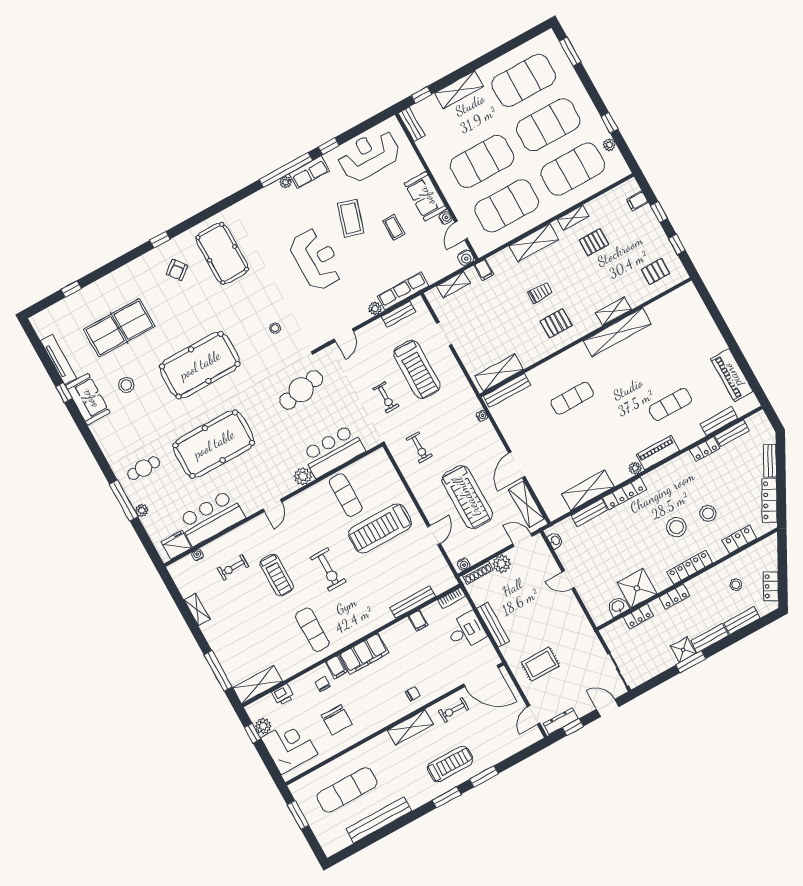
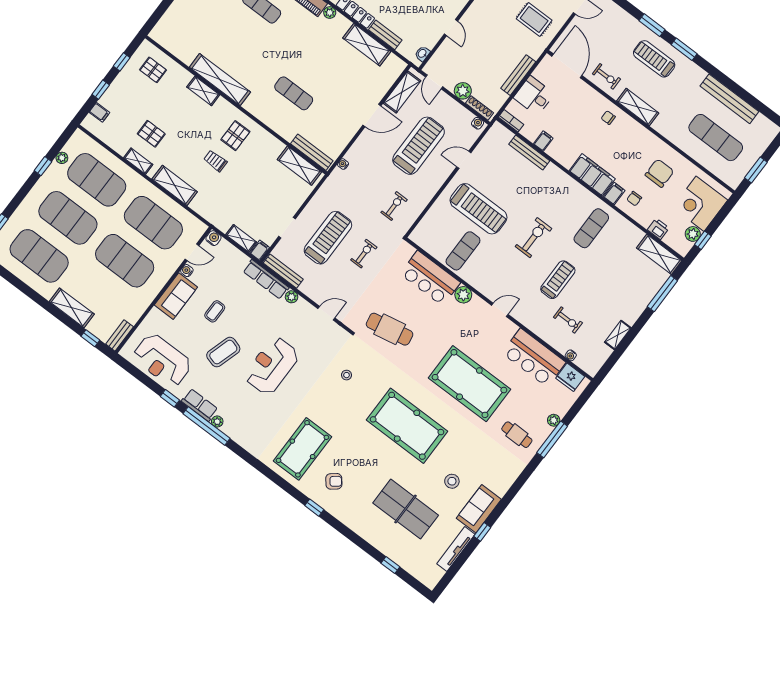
filing cabinet: (484, 270) -> (260, 250), moved
bench: (398, 314) -> (283, 271), width x1.36
pallet: (556, 323) -> (235, 136), turned 90

